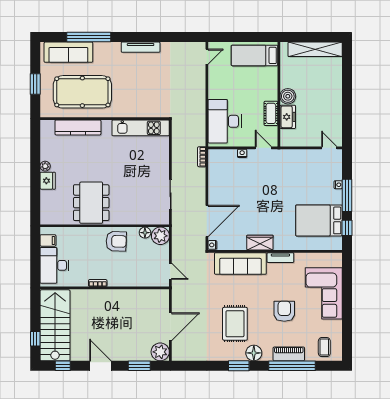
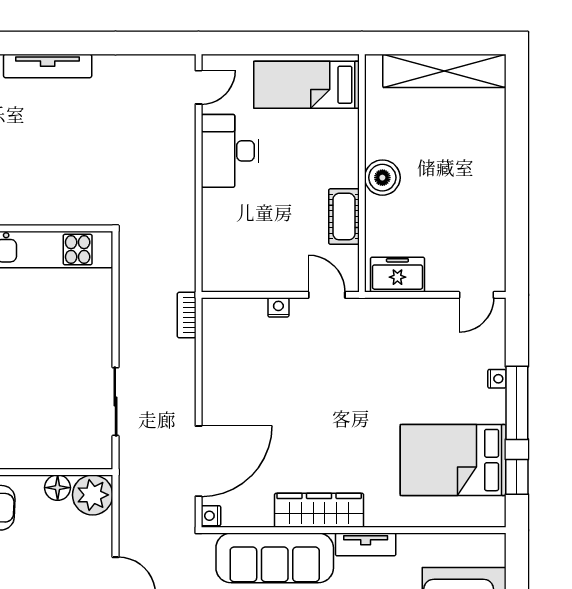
freezer: (288, 117) -> (397, 275), moved, turned -90
desk: (225, 121) -> (230, 151), moved, width x0.73, depth x0.77
door: (329, 148) -> (476, 295), swing flipped
wardrobe: (260, 243) -> (319, 510), width x1.50

